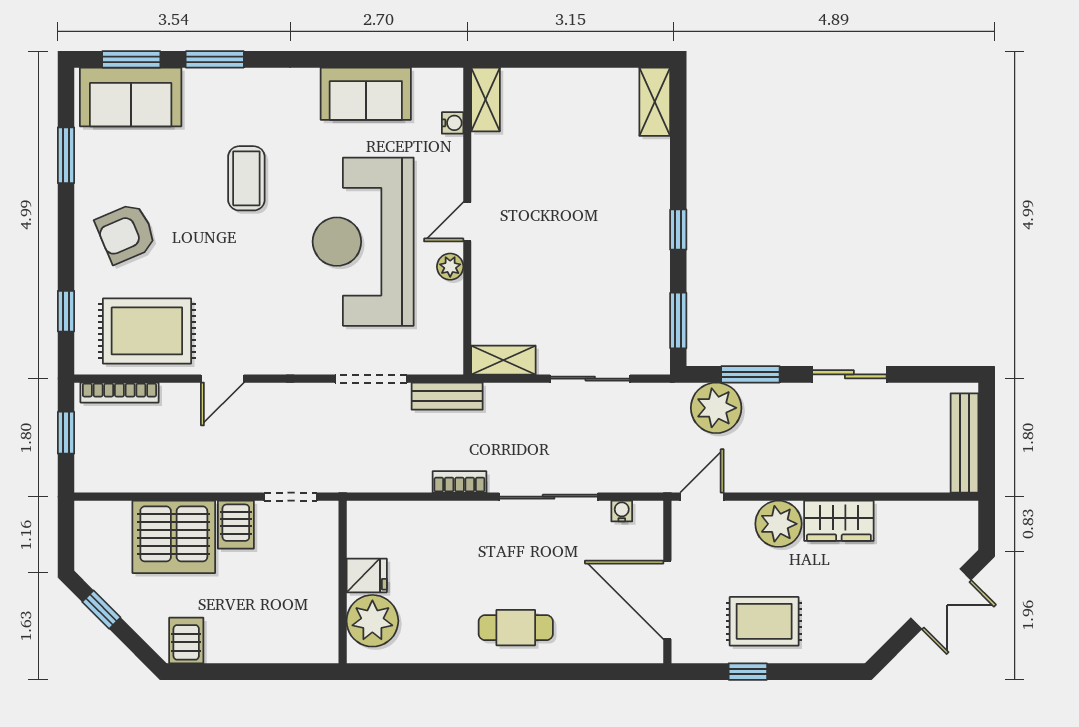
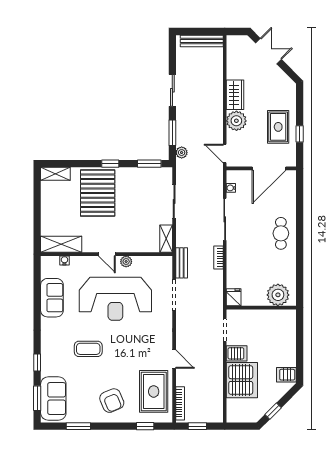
window: (215, 59) -> (37, 362), width x0.67
shelving: (486, 99) -> (61, 244), width x1.50, depth x1.33
pallet: (610, 200) -> (98, 193), added
plant: (716, 408) -> (182, 153), width x0.53, depth x0.53
fridge: (367, 575) -> (234, 297), moved

